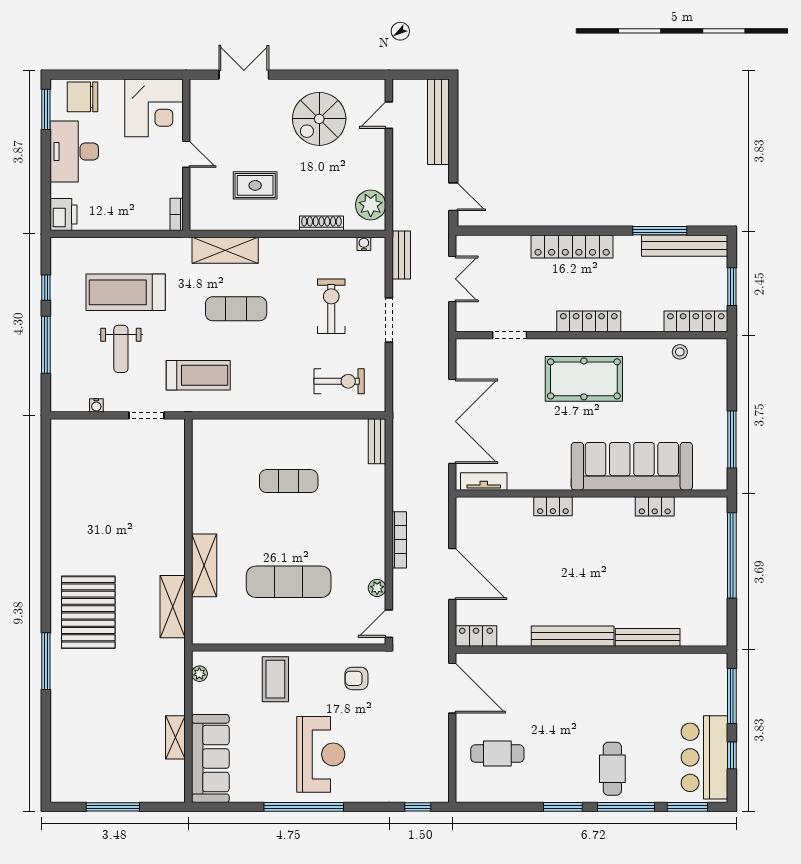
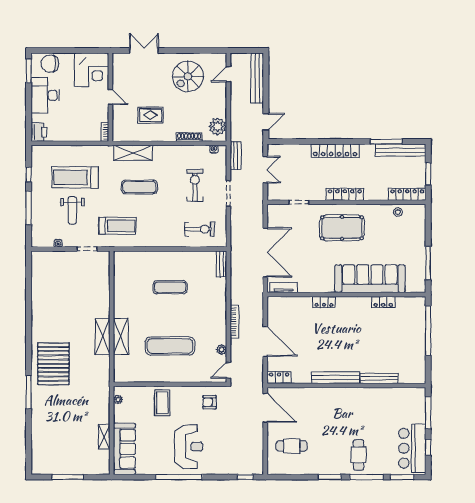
door: (453, 197) -> (266, 122), hinge flipped
shelving: (173, 607) -> (103, 337), moved

